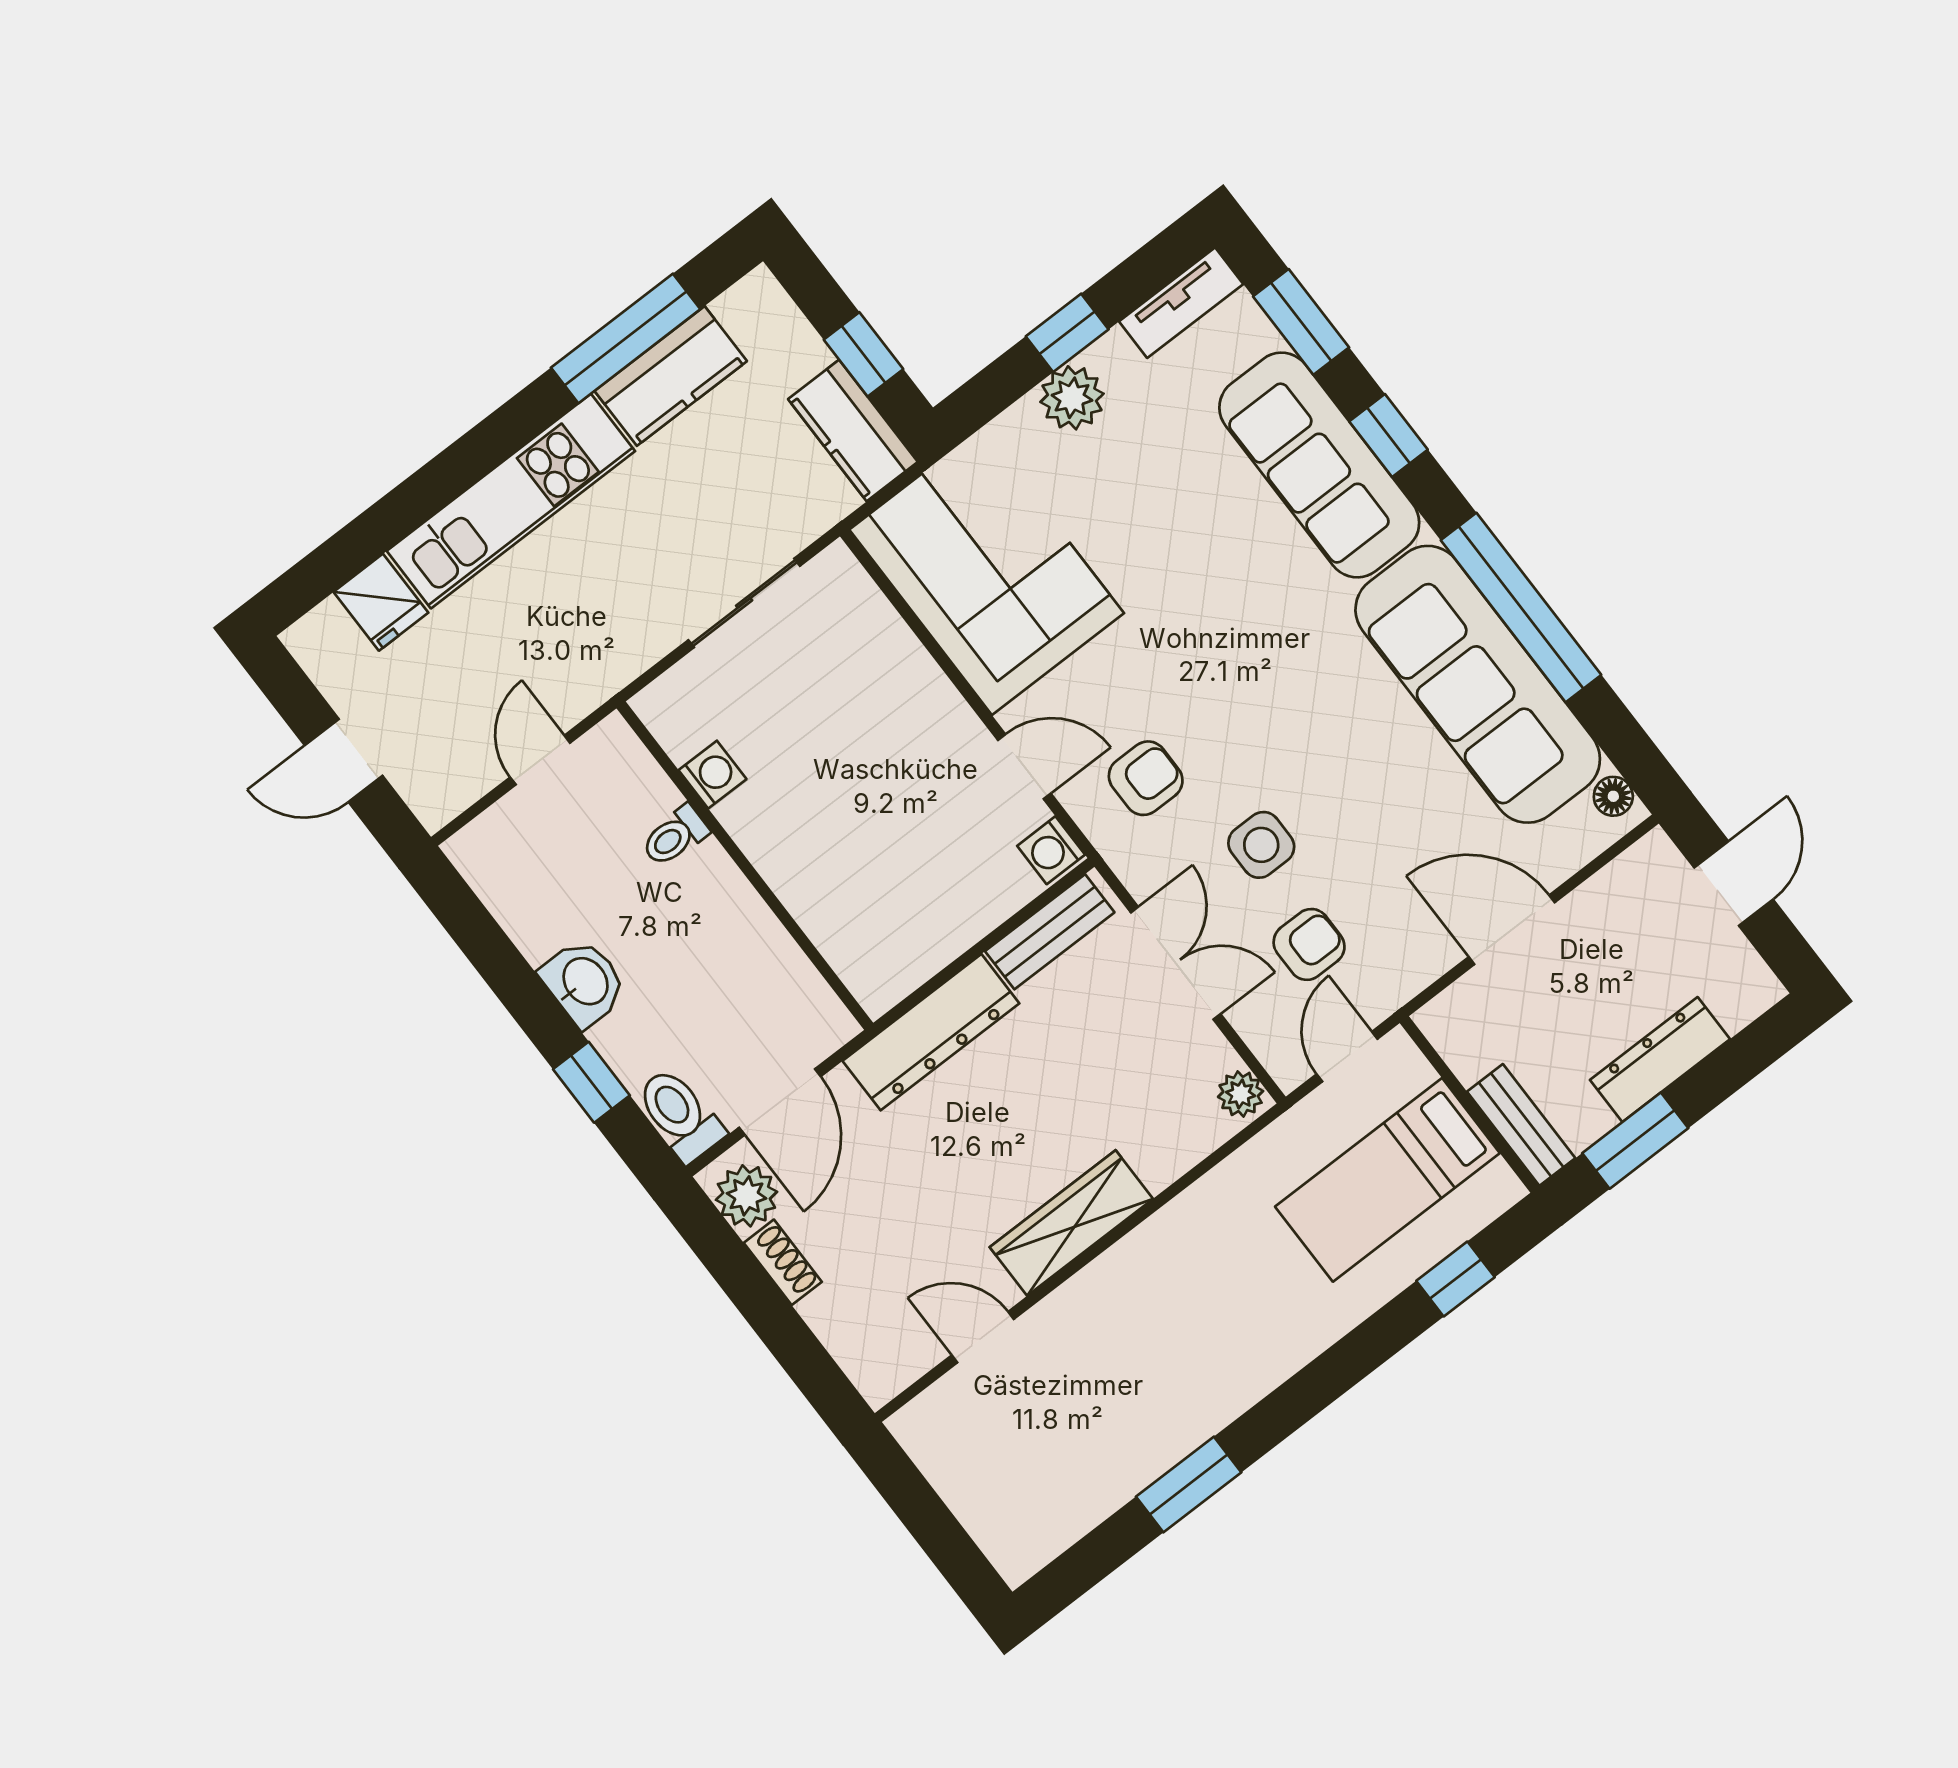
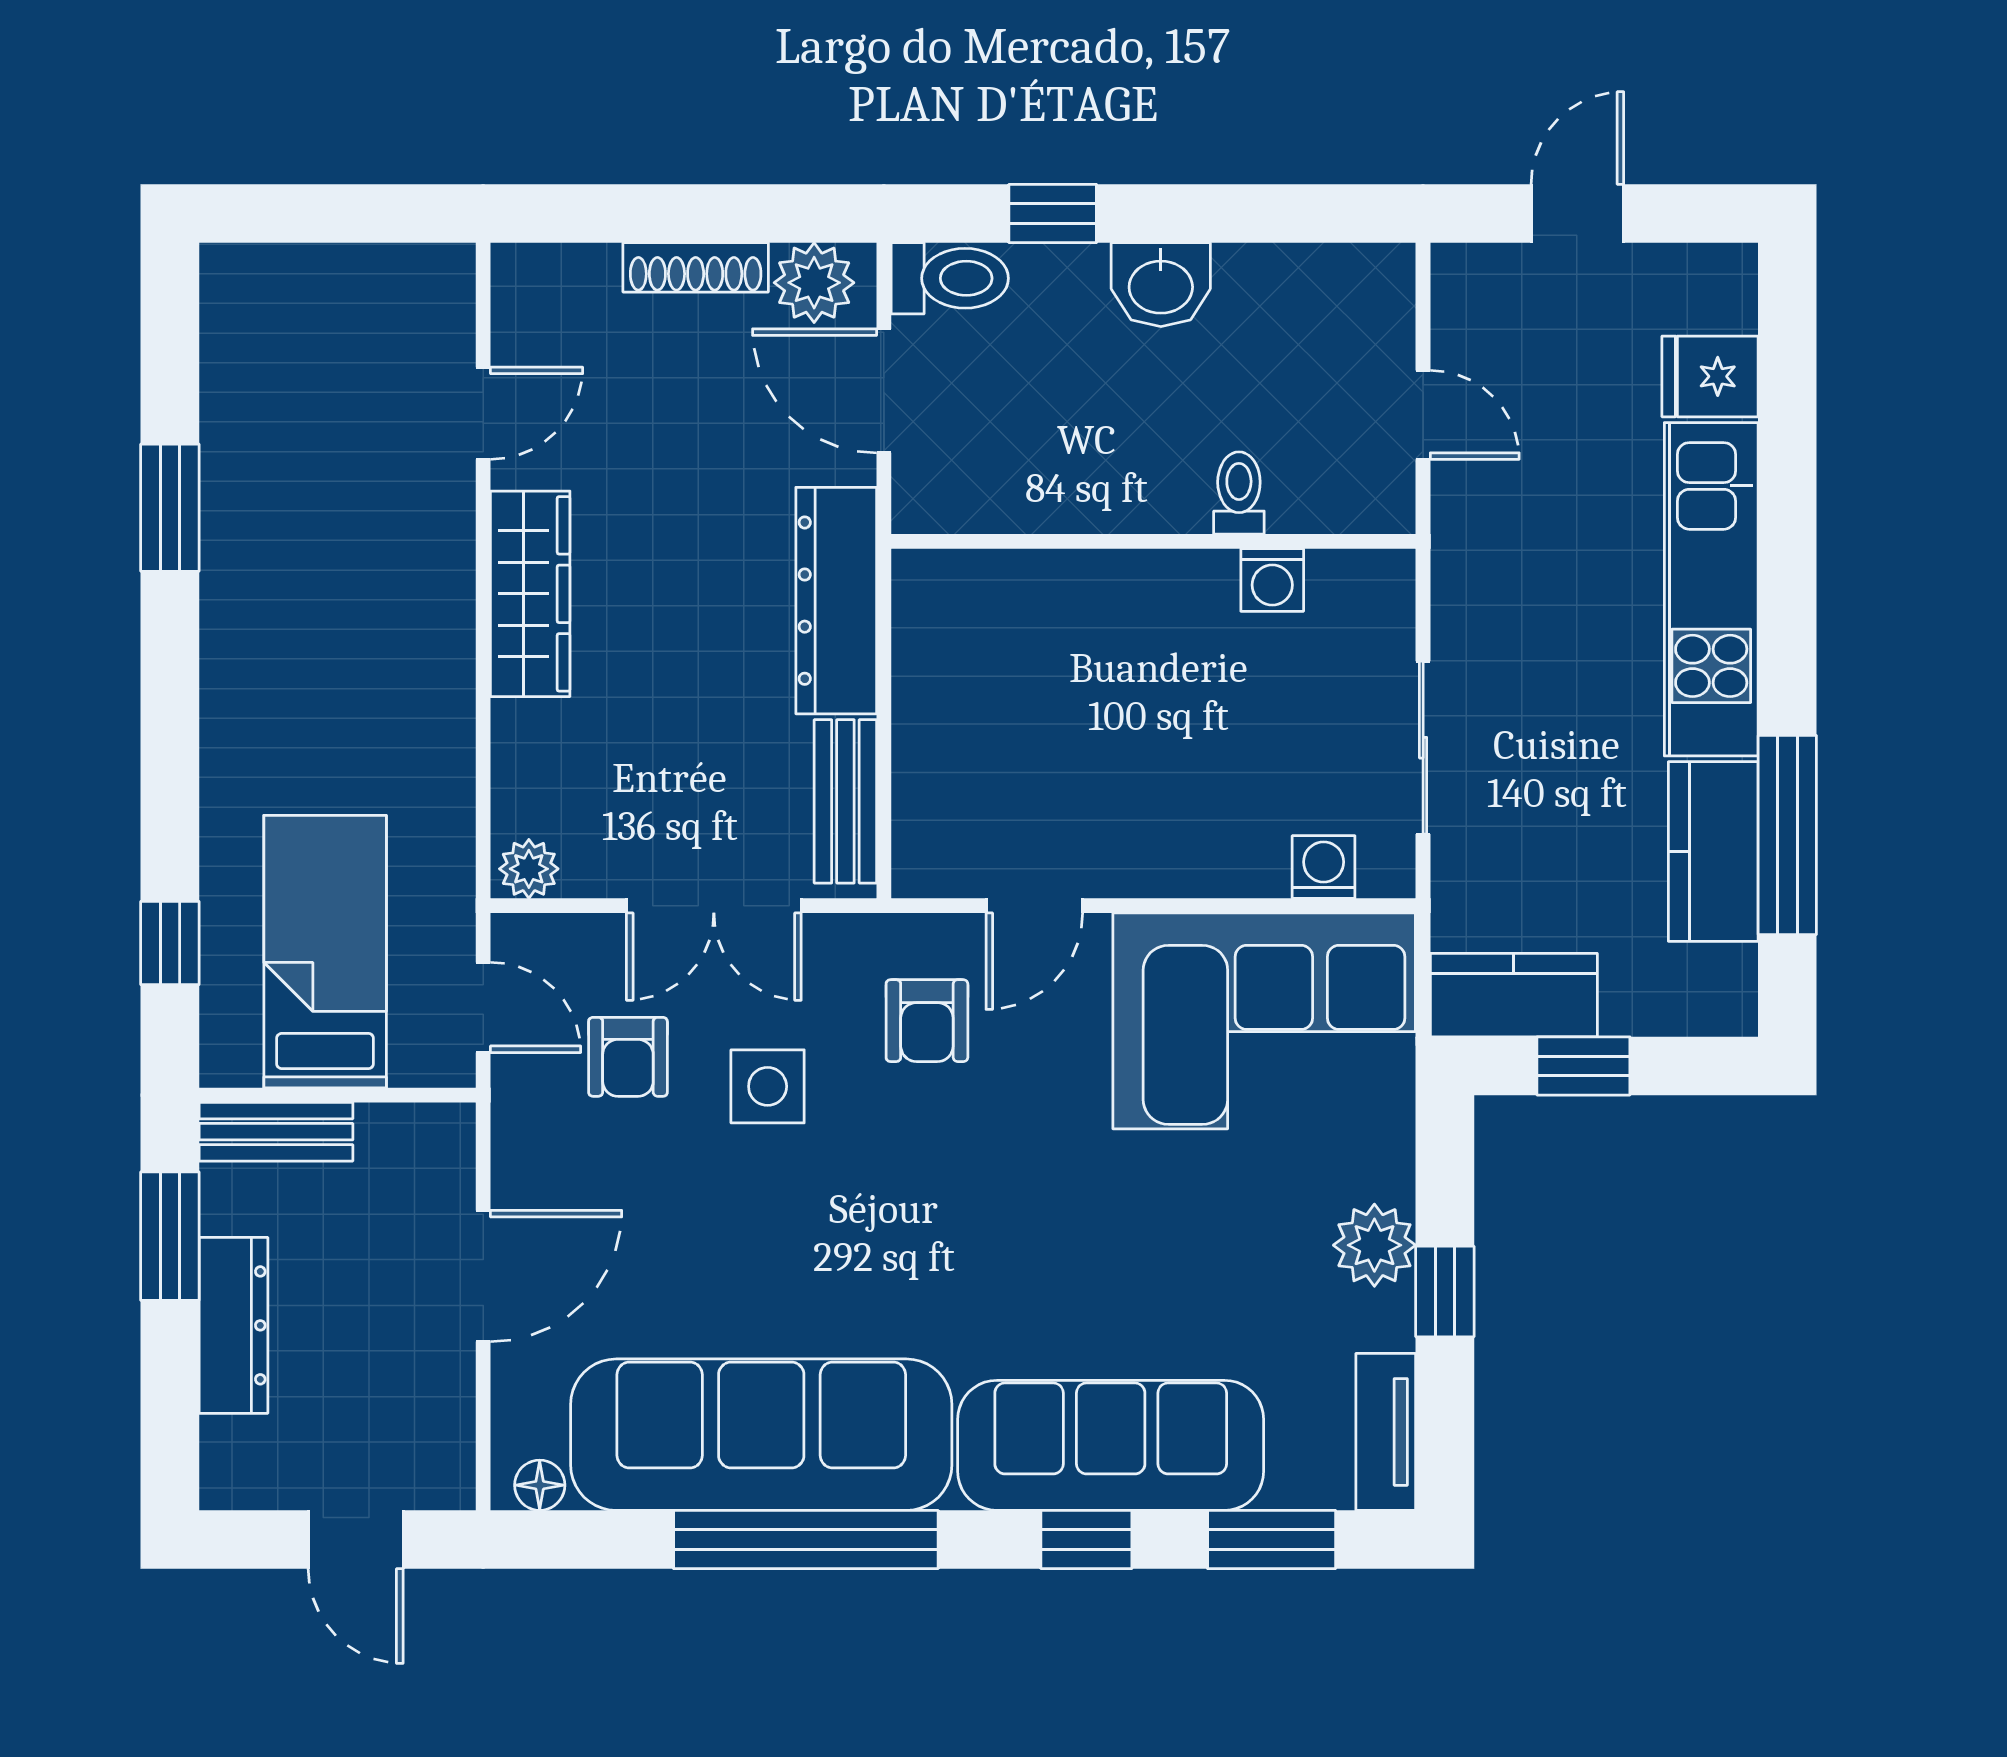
washing machine: (1051, 850) -> (1324, 867), moved
shoe rack: (783, 1262) -> (696, 267), width x1.43

